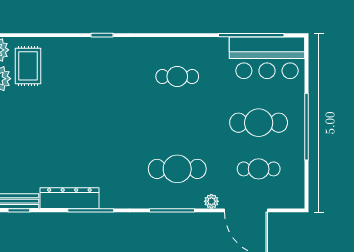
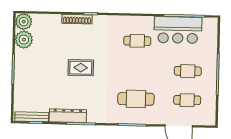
shoe rack: (81, 44) -> (77, 19), added
bar counter: (267, 58) -> (178, 30), moved
rug: (28, 66) -> (81, 68), moved, turned 90
cafe table: (259, 123) -> (188, 71), width x0.73, depth x0.74
plant: (211, 201) -> (157, 120), removed

